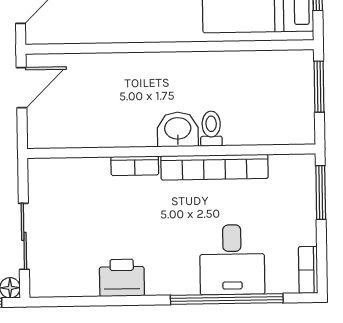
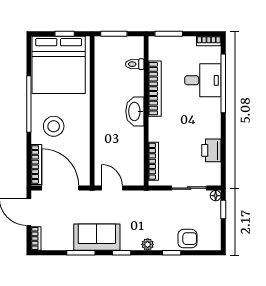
washbasin: (178, 129) -> (135, 111), width x1.38
toilet: (211, 129) -> (135, 64), moved
bookcase: (135, 166) -> (153, 161), moved, width x1.56
printer: (122, 278) -> (211, 150), moved

